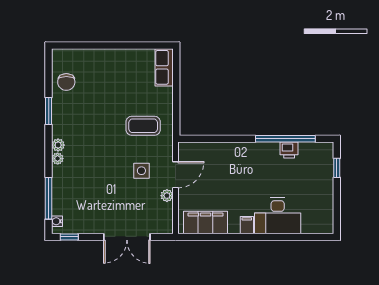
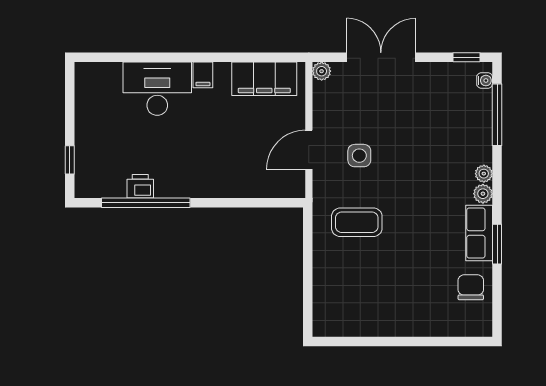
row of seats: (164, 67) -> (479, 233), moved, turned 180
plant: (167, 196) -> (322, 71), moved

